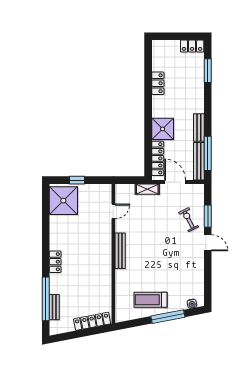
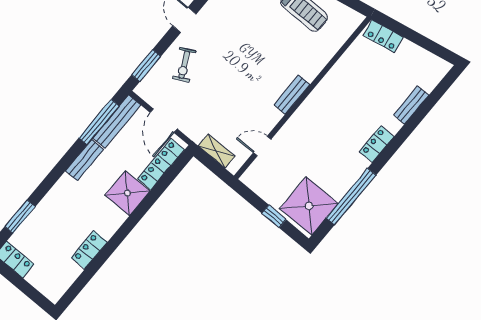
shelving: (147, 189) -> (217, 151), moved
window: (208, 216) -> (146, 65), moved
bench: (120, 251) -> (292, 95), width x0.73
window: (46, 299) -> (351, 197), moved
bench: (54, 307) -> (411, 105), moved
locker: (92, 321) -> (383, 36), width x0.66

